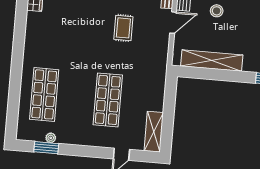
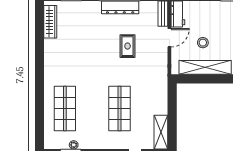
stool: (217, 11) -> (203, 43), moved

